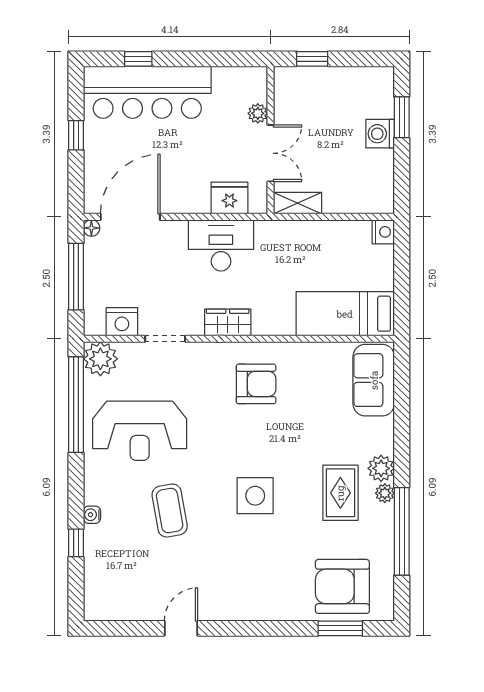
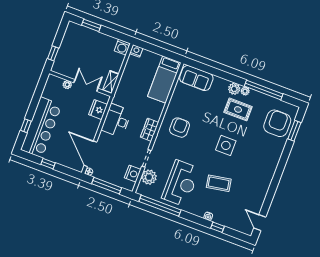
washing machine: (380, 134) -> (122, 47), moved
plant: (100, 359) -> (149, 177), moved
armchair: (342, 586) -> (277, 123), turned 180
door: (181, 628) -> (260, 223), moved

